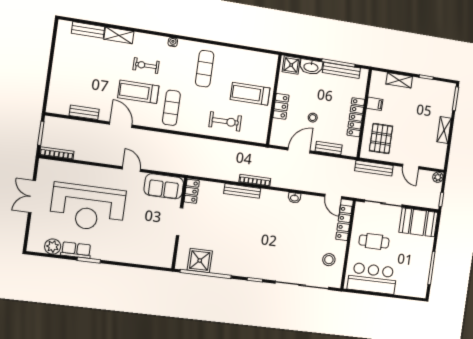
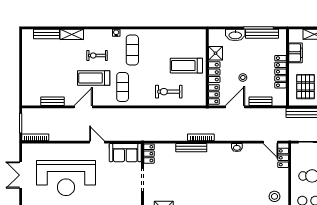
shower: (291, 65) -> (216, 53), moved
exercise mat: (205, 69) -> (132, 50), moved
filing cabinet: (375, 104) -> (295, 53), width x2.00
exercise bike: (225, 121) -> (169, 92), turned 180
door: (121, 125) -> (83, 107), hinge flipped
locker: (277, 132) -> (214, 94), added
locker: (344, 223) -> (283, 158), width x0.66

